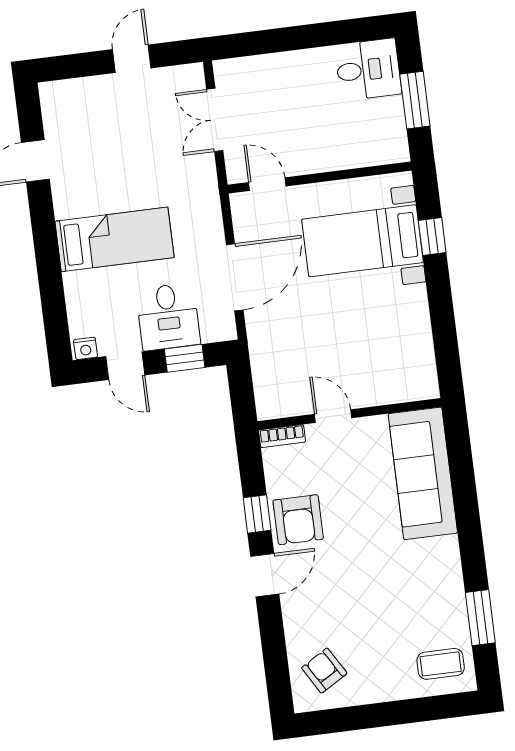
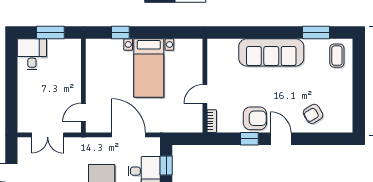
bed with nightstands: (363, 241) -> (149, 68), moved
sofa: (423, 473) -> (271, 52), moved
armchair: (324, 671) -> (313, 114), moved

